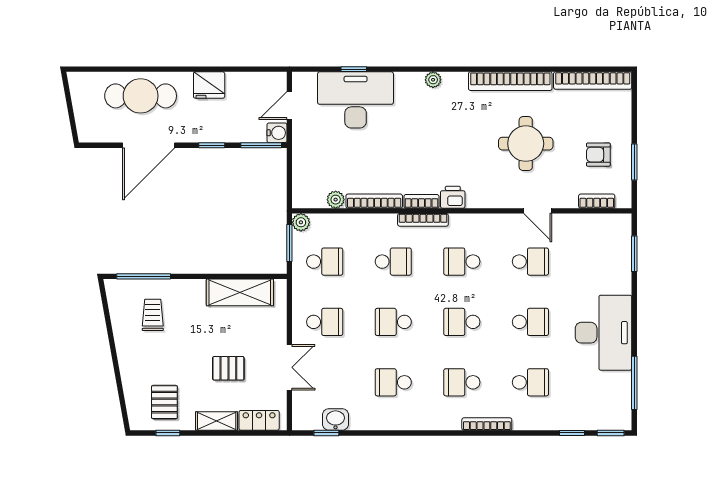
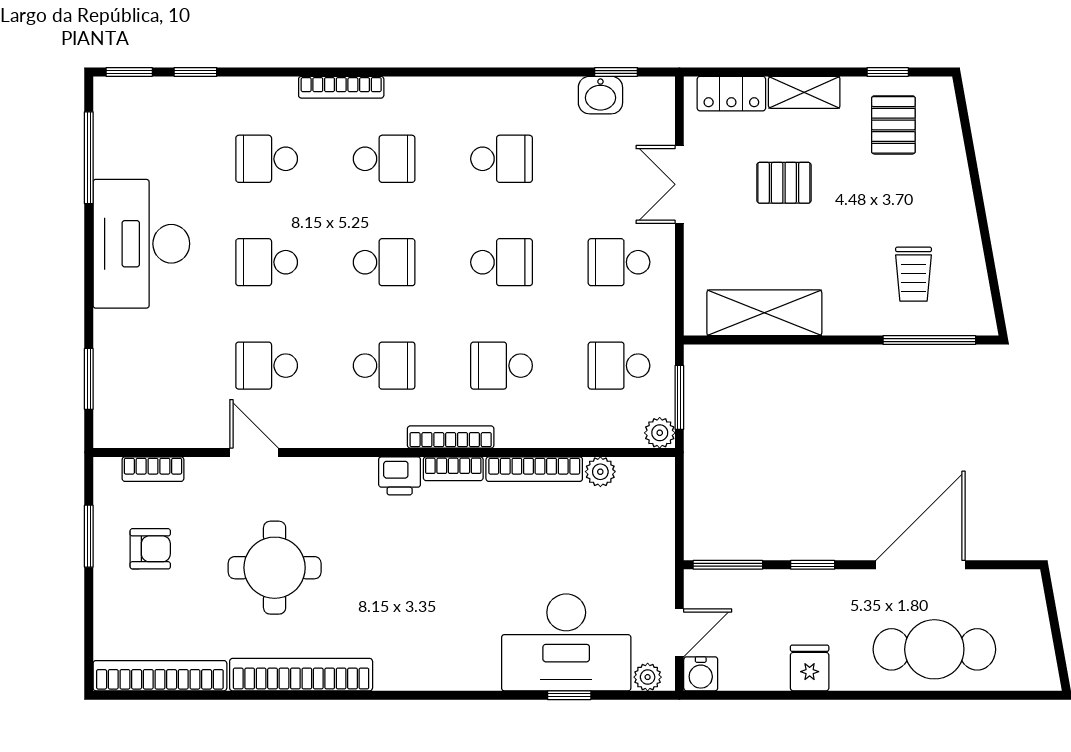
plant: (433, 80) -> (648, 677), moved
fridge: (209, 85) -> (810, 668), width x0.72
water cooler: (277, 133) -> (701, 674), moved, turned -90

